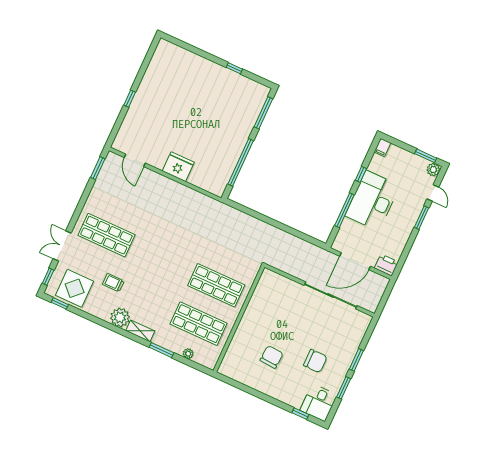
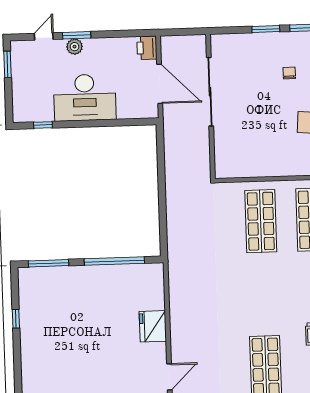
filing cabinet: (382, 147) -> (22, 116), removed
plant: (433, 170) -> (75, 47), moved
window: (361, 174) -> (43, 125), moved
window: (344, 210) -> (110, 123), removed
chair: (315, 361) -> (289, 73), width x0.54, depth x0.54

